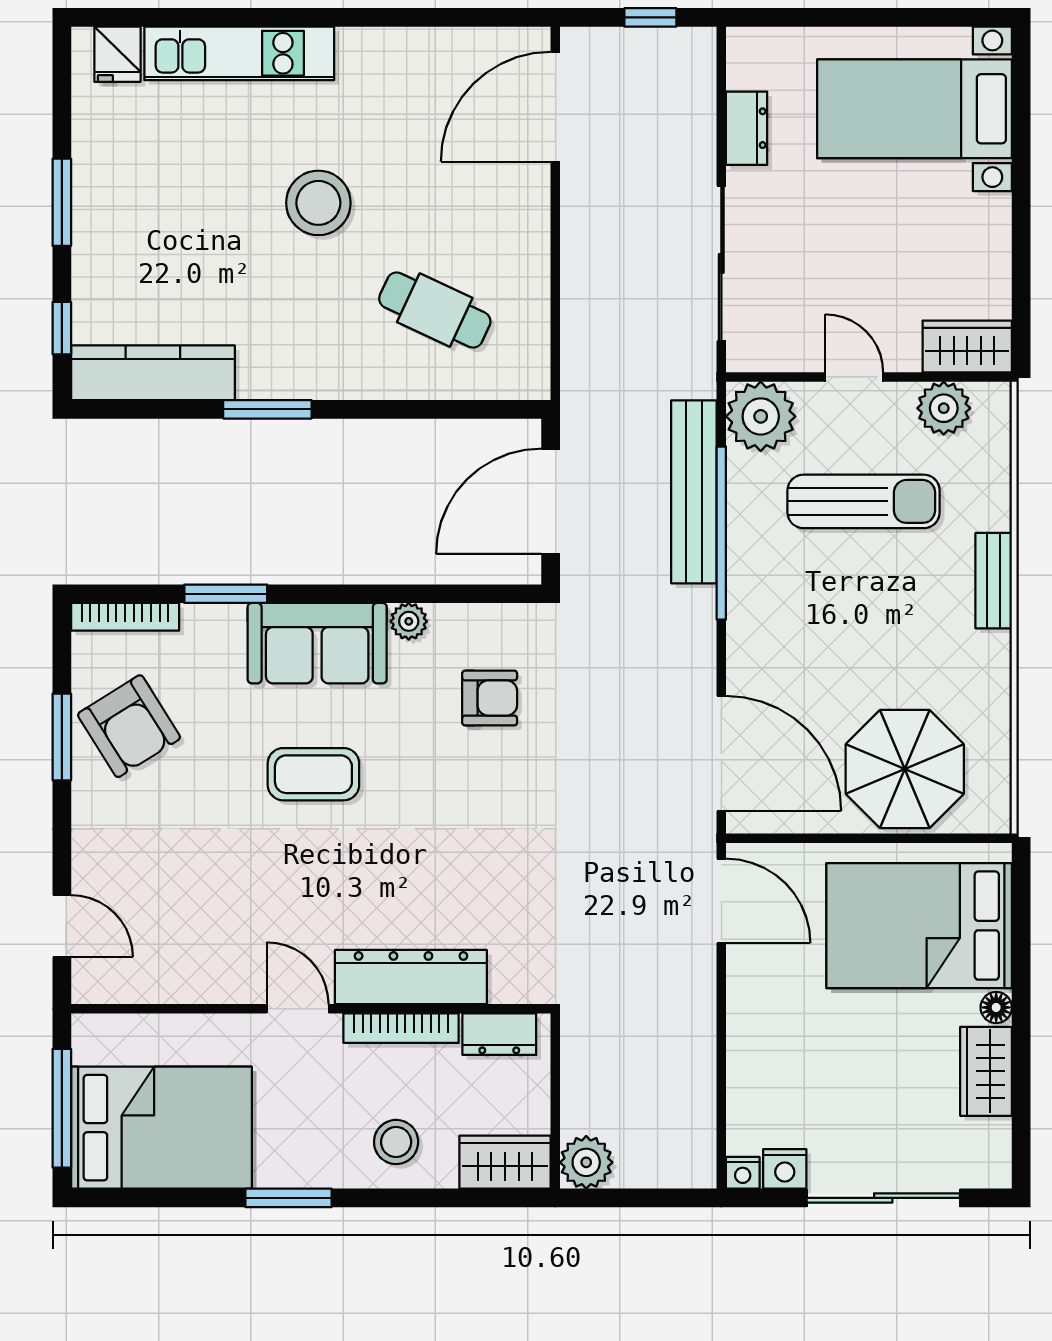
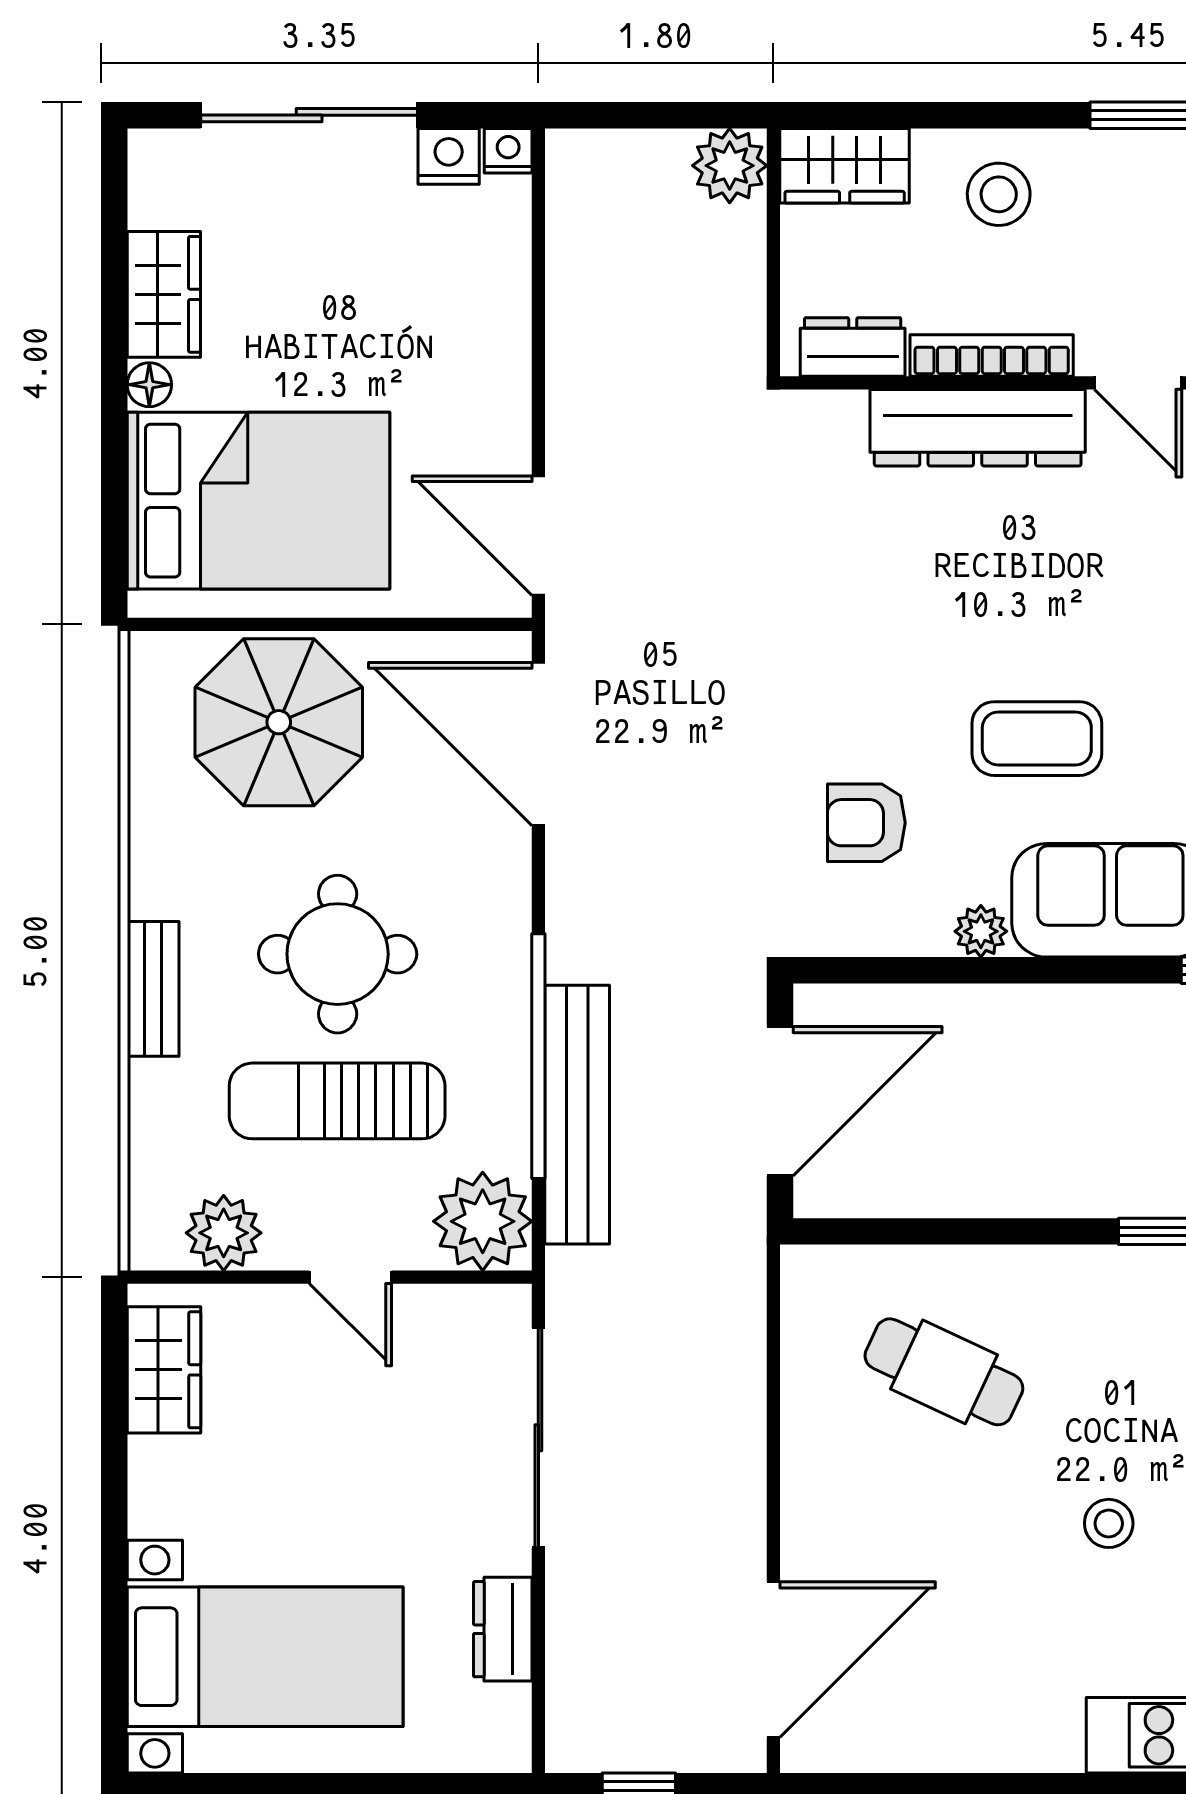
stool: (318, 203) -> (1109, 1523), width x0.53, depth x0.53
wardrobe: (967, 346) -> (164, 1370), moved, turned -90
round table: (863, 605) -> (338, 954), added
coffee table: (313, 774) -> (1037, 739), moved

